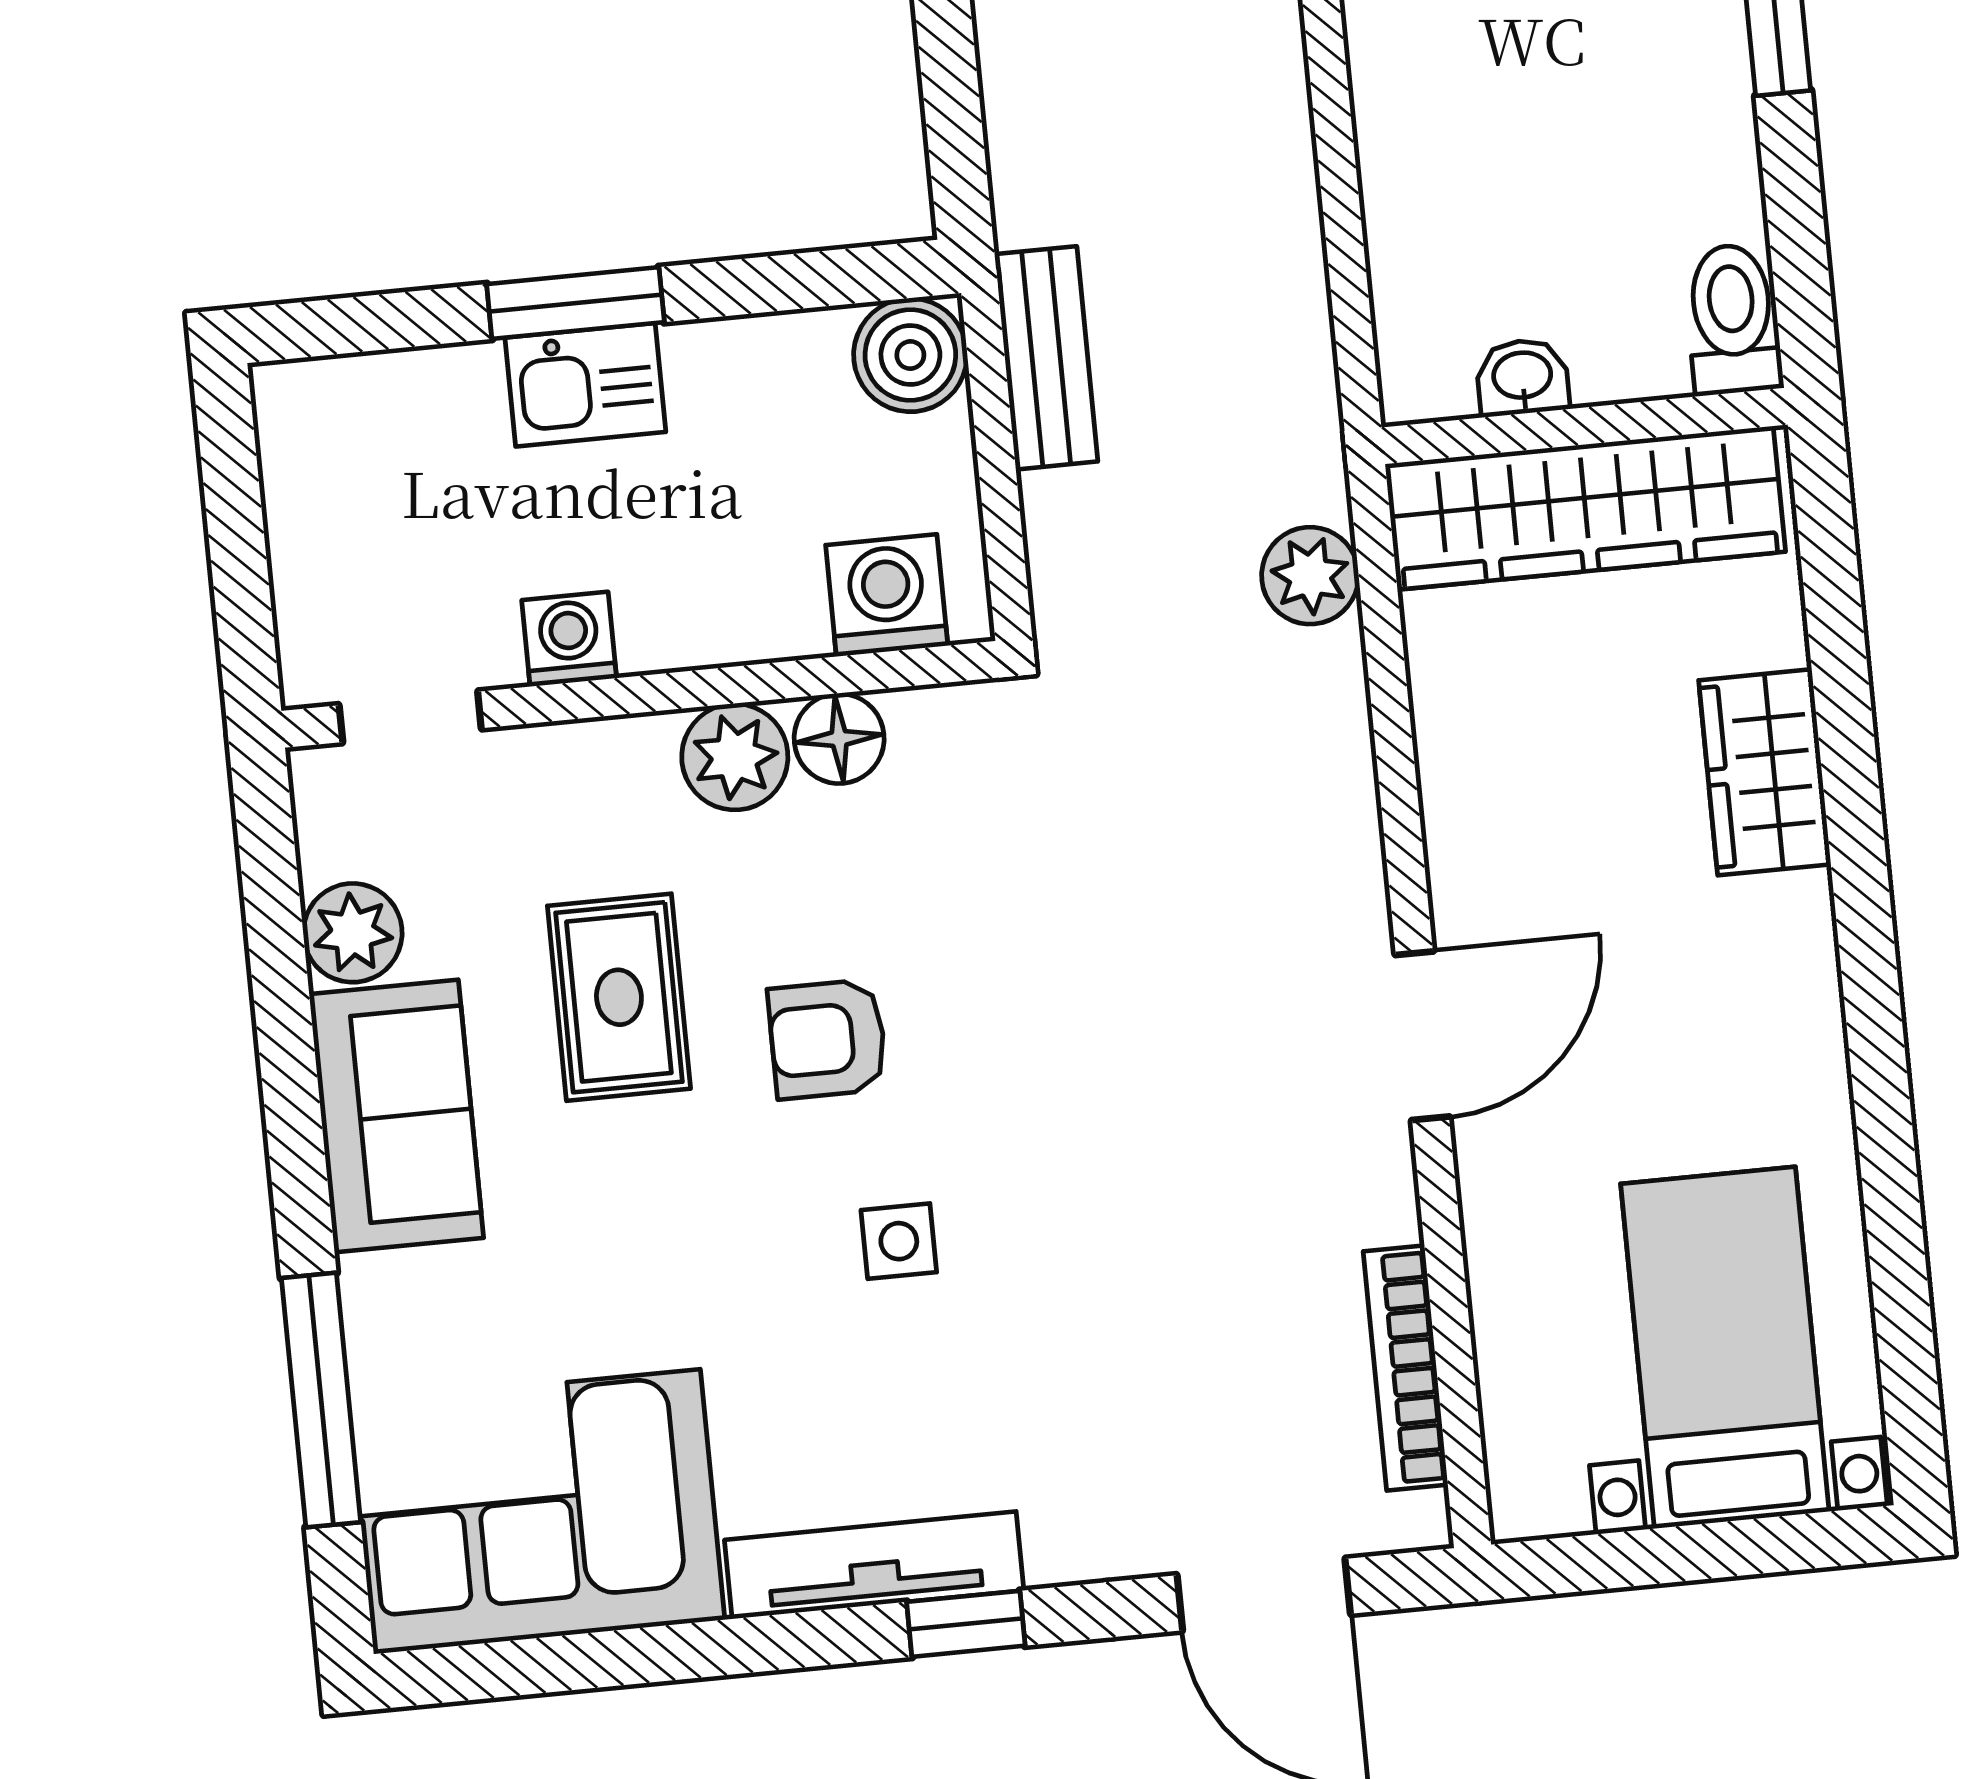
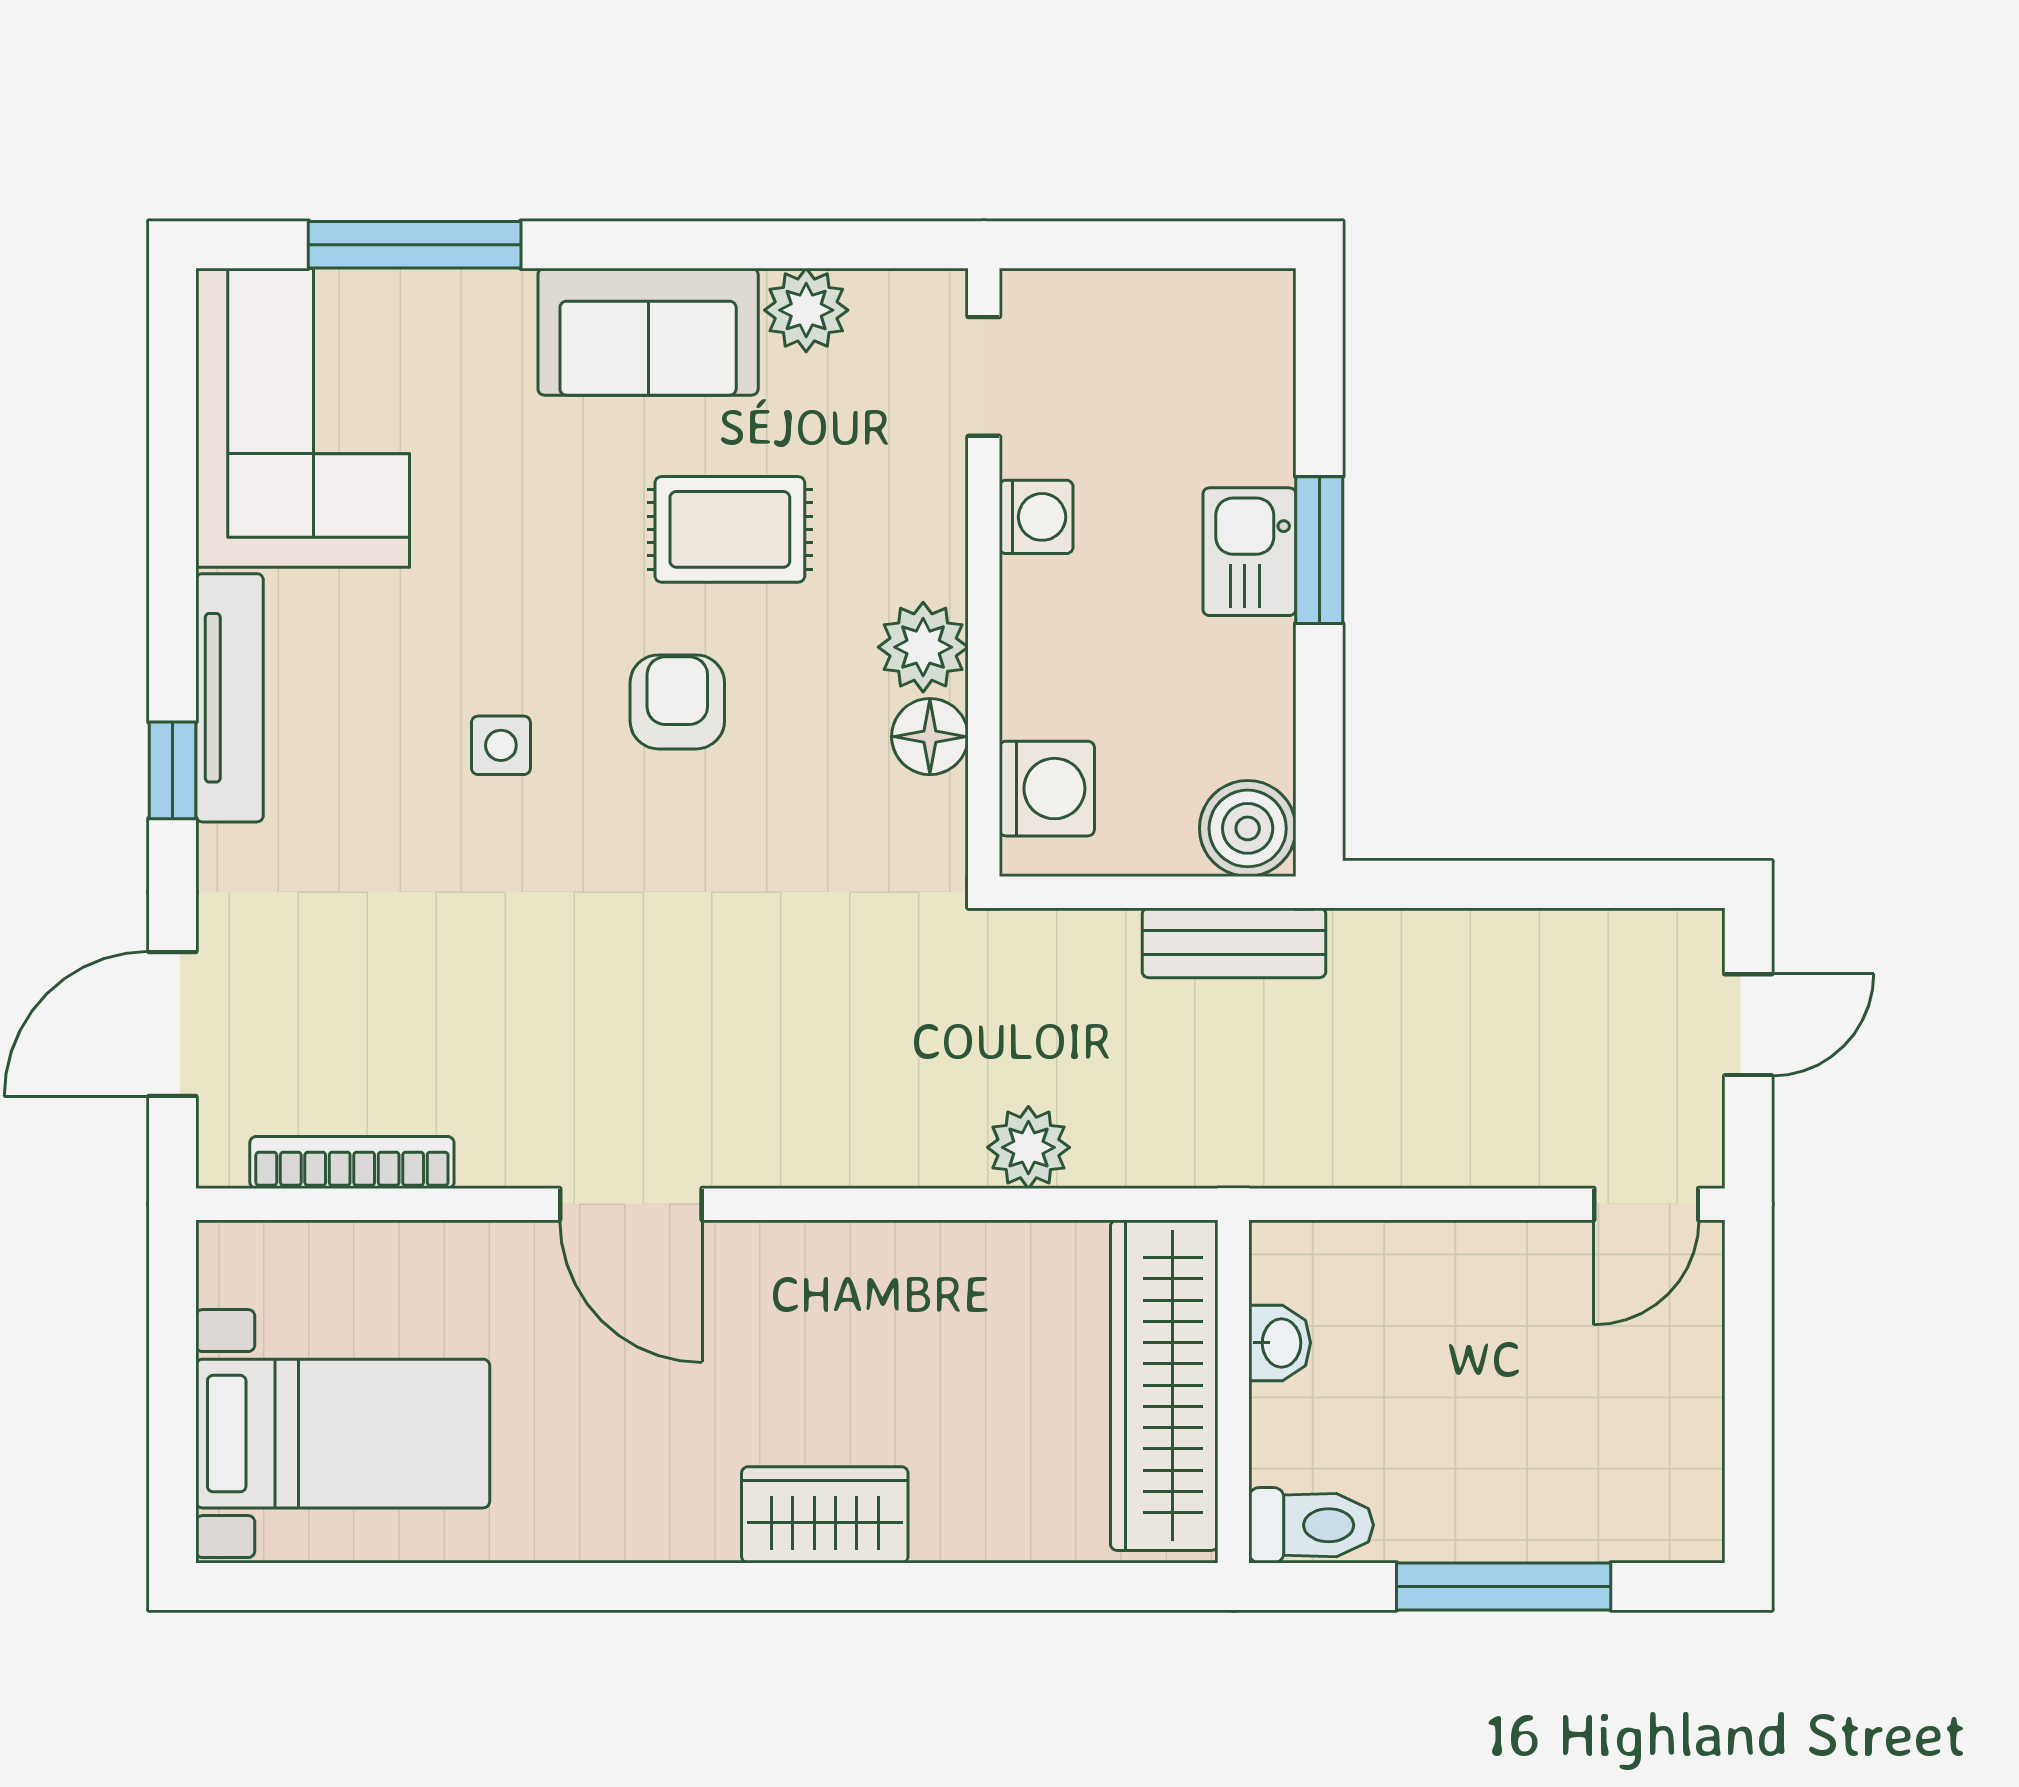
toilet: (1733, 319) -> (1311, 1525), moved
washbasin: (1522, 377) -> (1280, 1343), moved
wall: (1585, 426) -> (1233, 1391), moved
wardrobe: (1585, 508) -> (1164, 1385), moved

